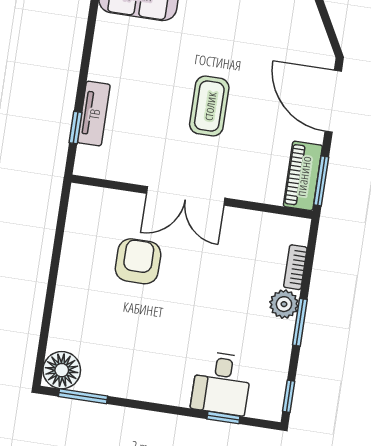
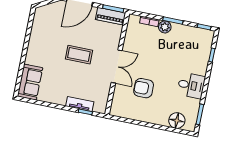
floor lamp: (62, 370) -> (177, 121), moved
desk: (221, 383) -> (191, 85), moved

